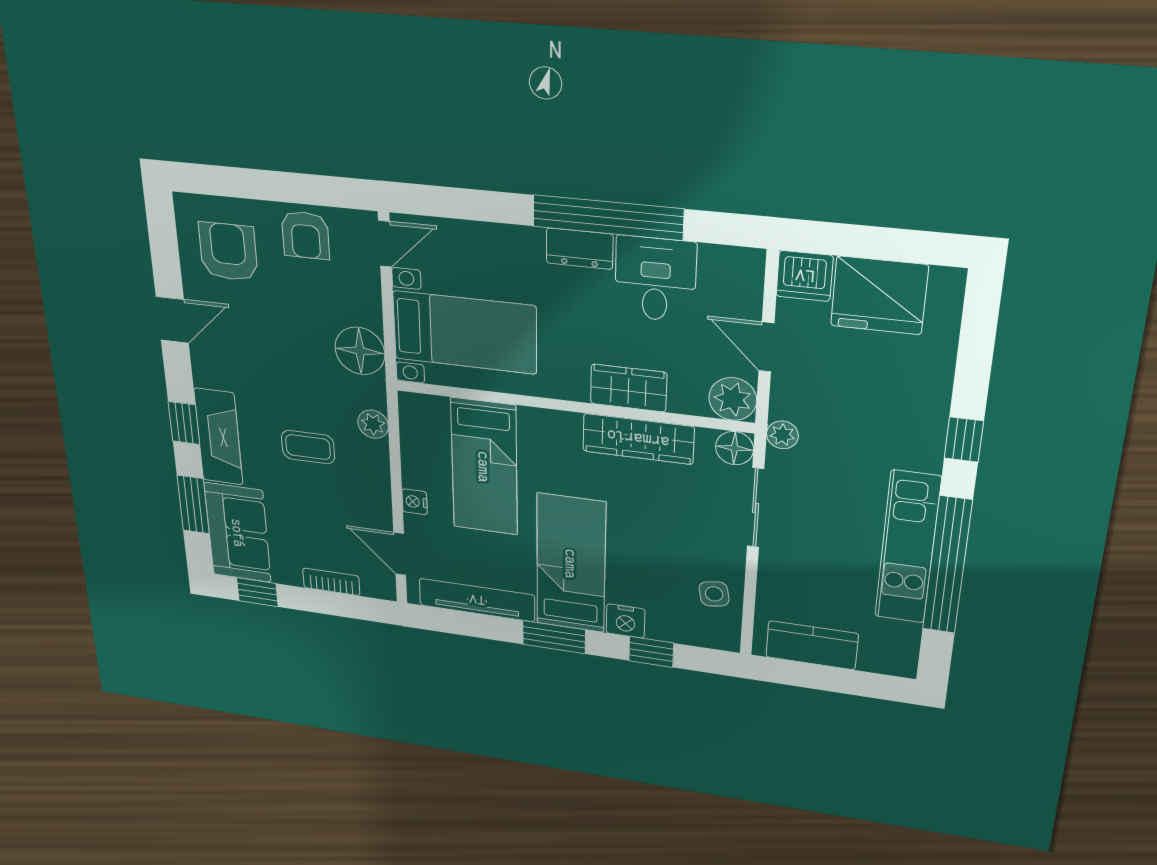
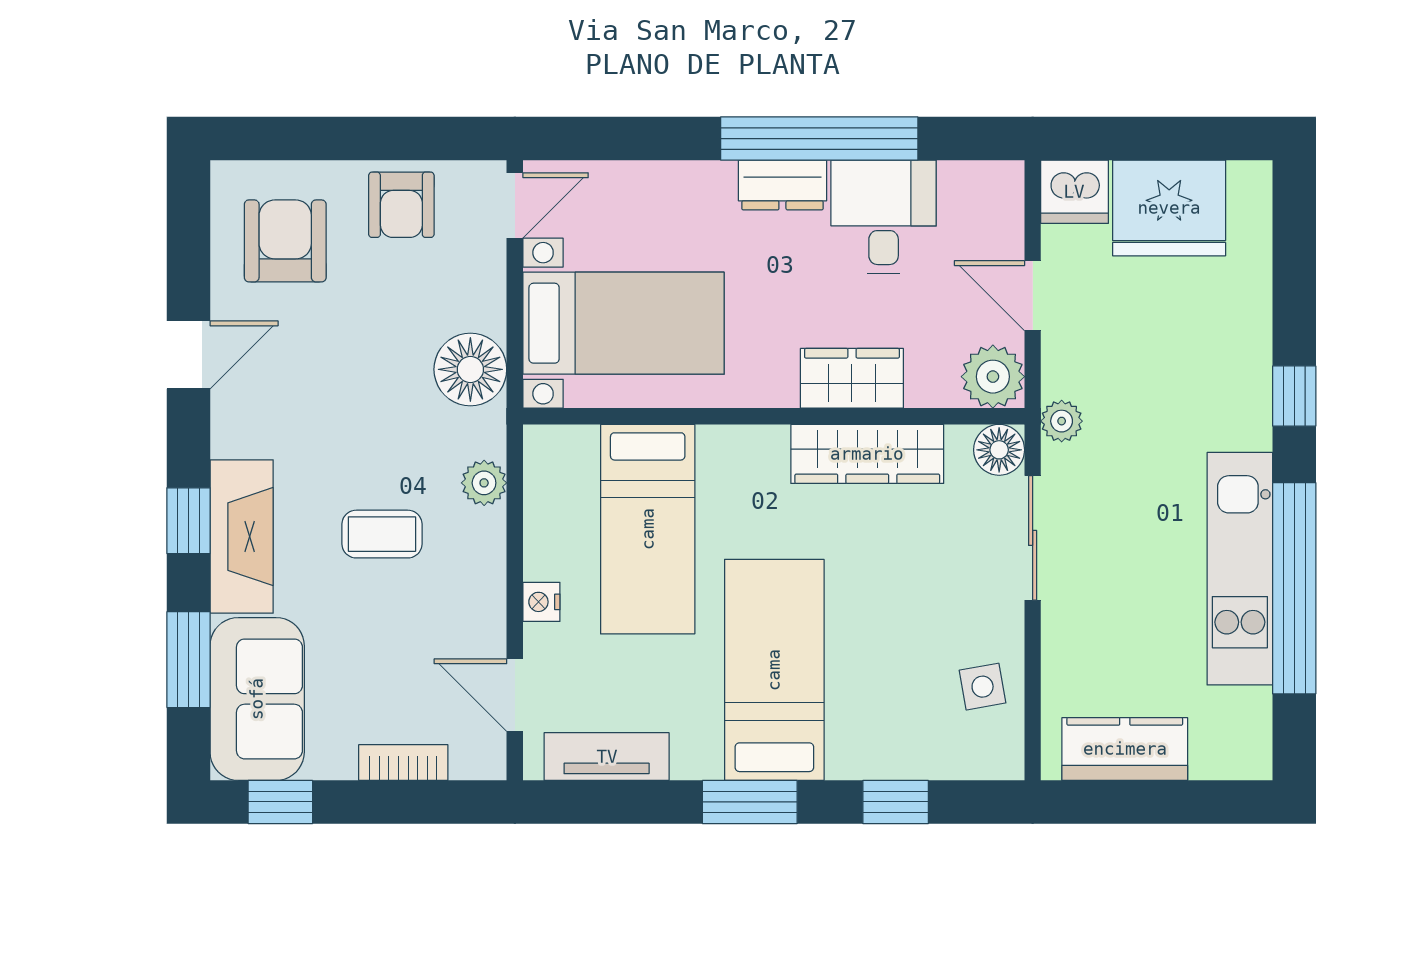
tv unit: (477, 600) -> (607, 757), width x0.71
nightstand: (626, 621) -> (856, 755), removed

